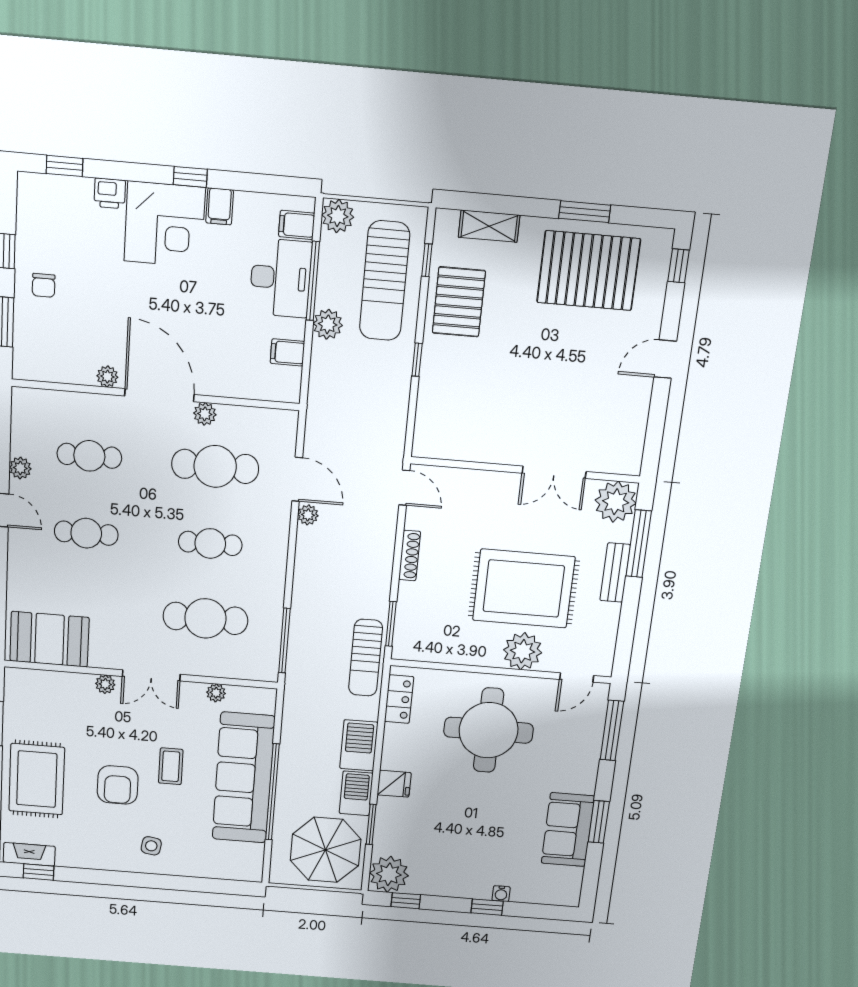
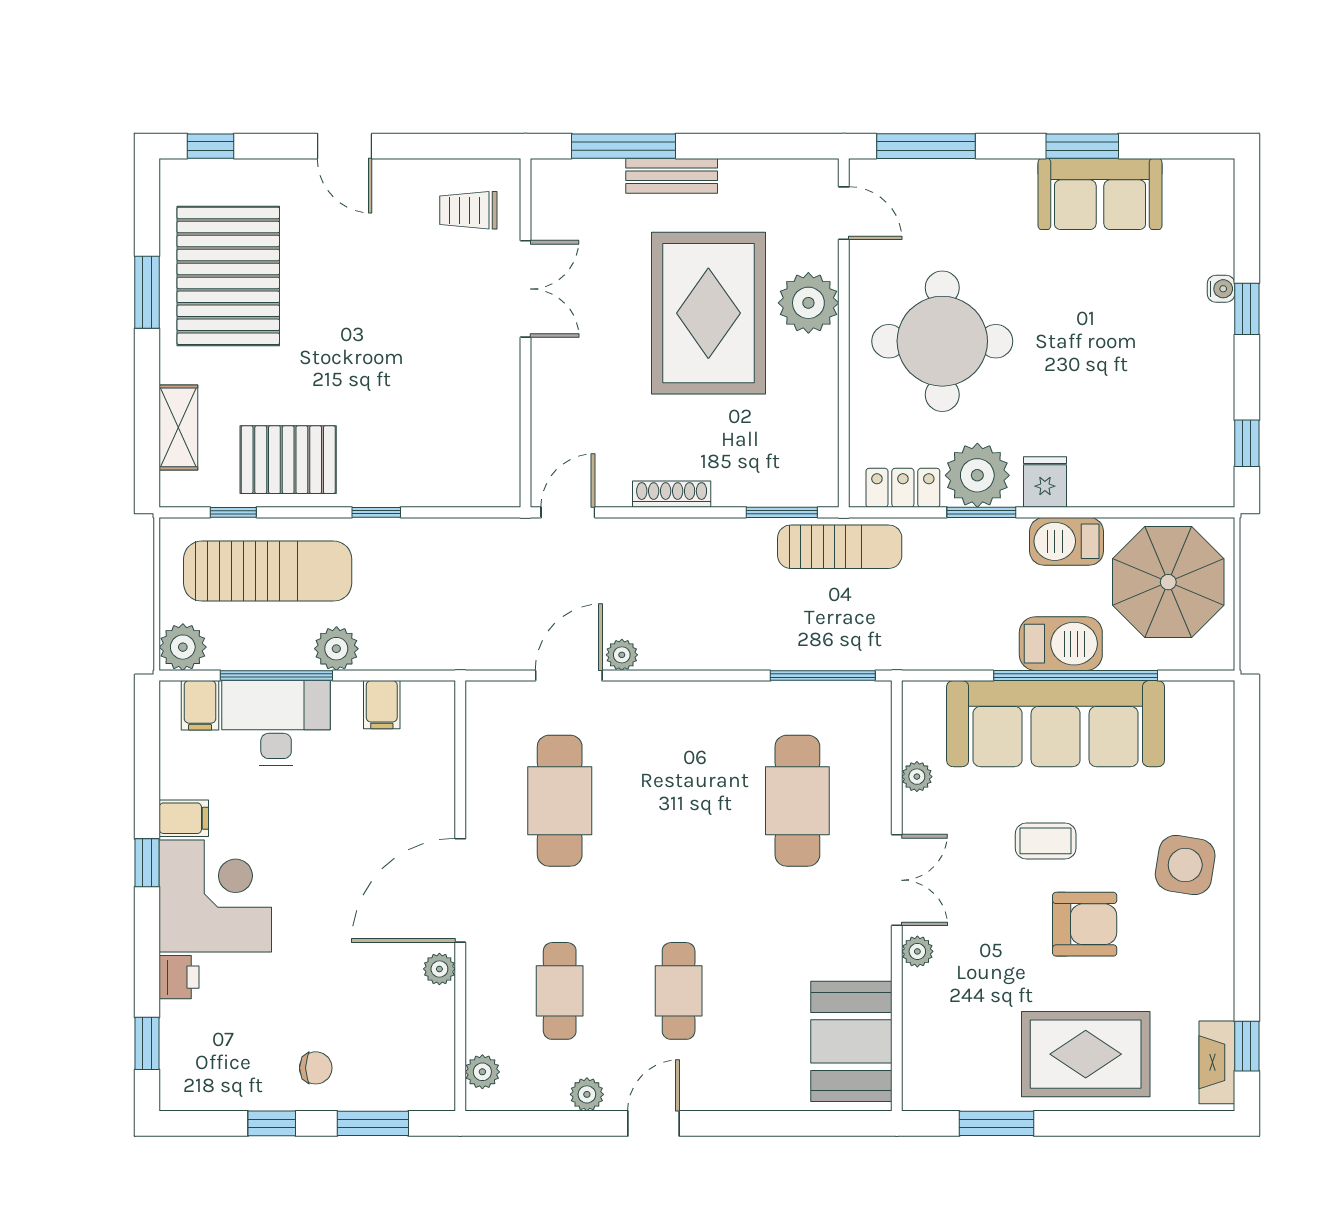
plant: (205, 414) -> (482, 1072), moved
trolley: (611, 439) -> (468, 210), added
plant: (616, 502) -> (562, 190), removed
cafe table: (210, 543) -> (679, 801), removed
barbecue: (359, 745) -> (1061, 644), moved, turned 180
window: (371, 824) -> (981, 512), moved
side table: (151, 846) -> (1185, 865), width x1.87, depth x1.87
plant: (389, 874) -> (977, 475), moved

